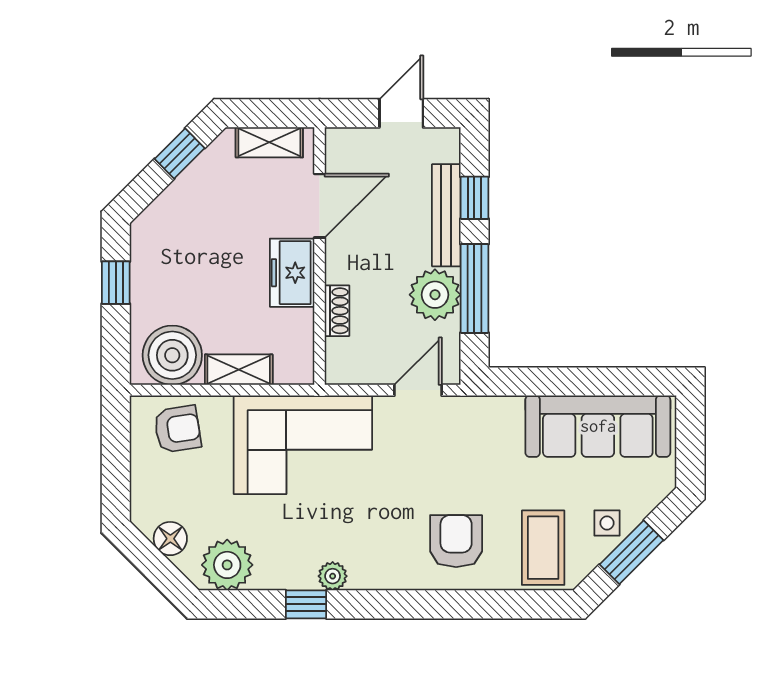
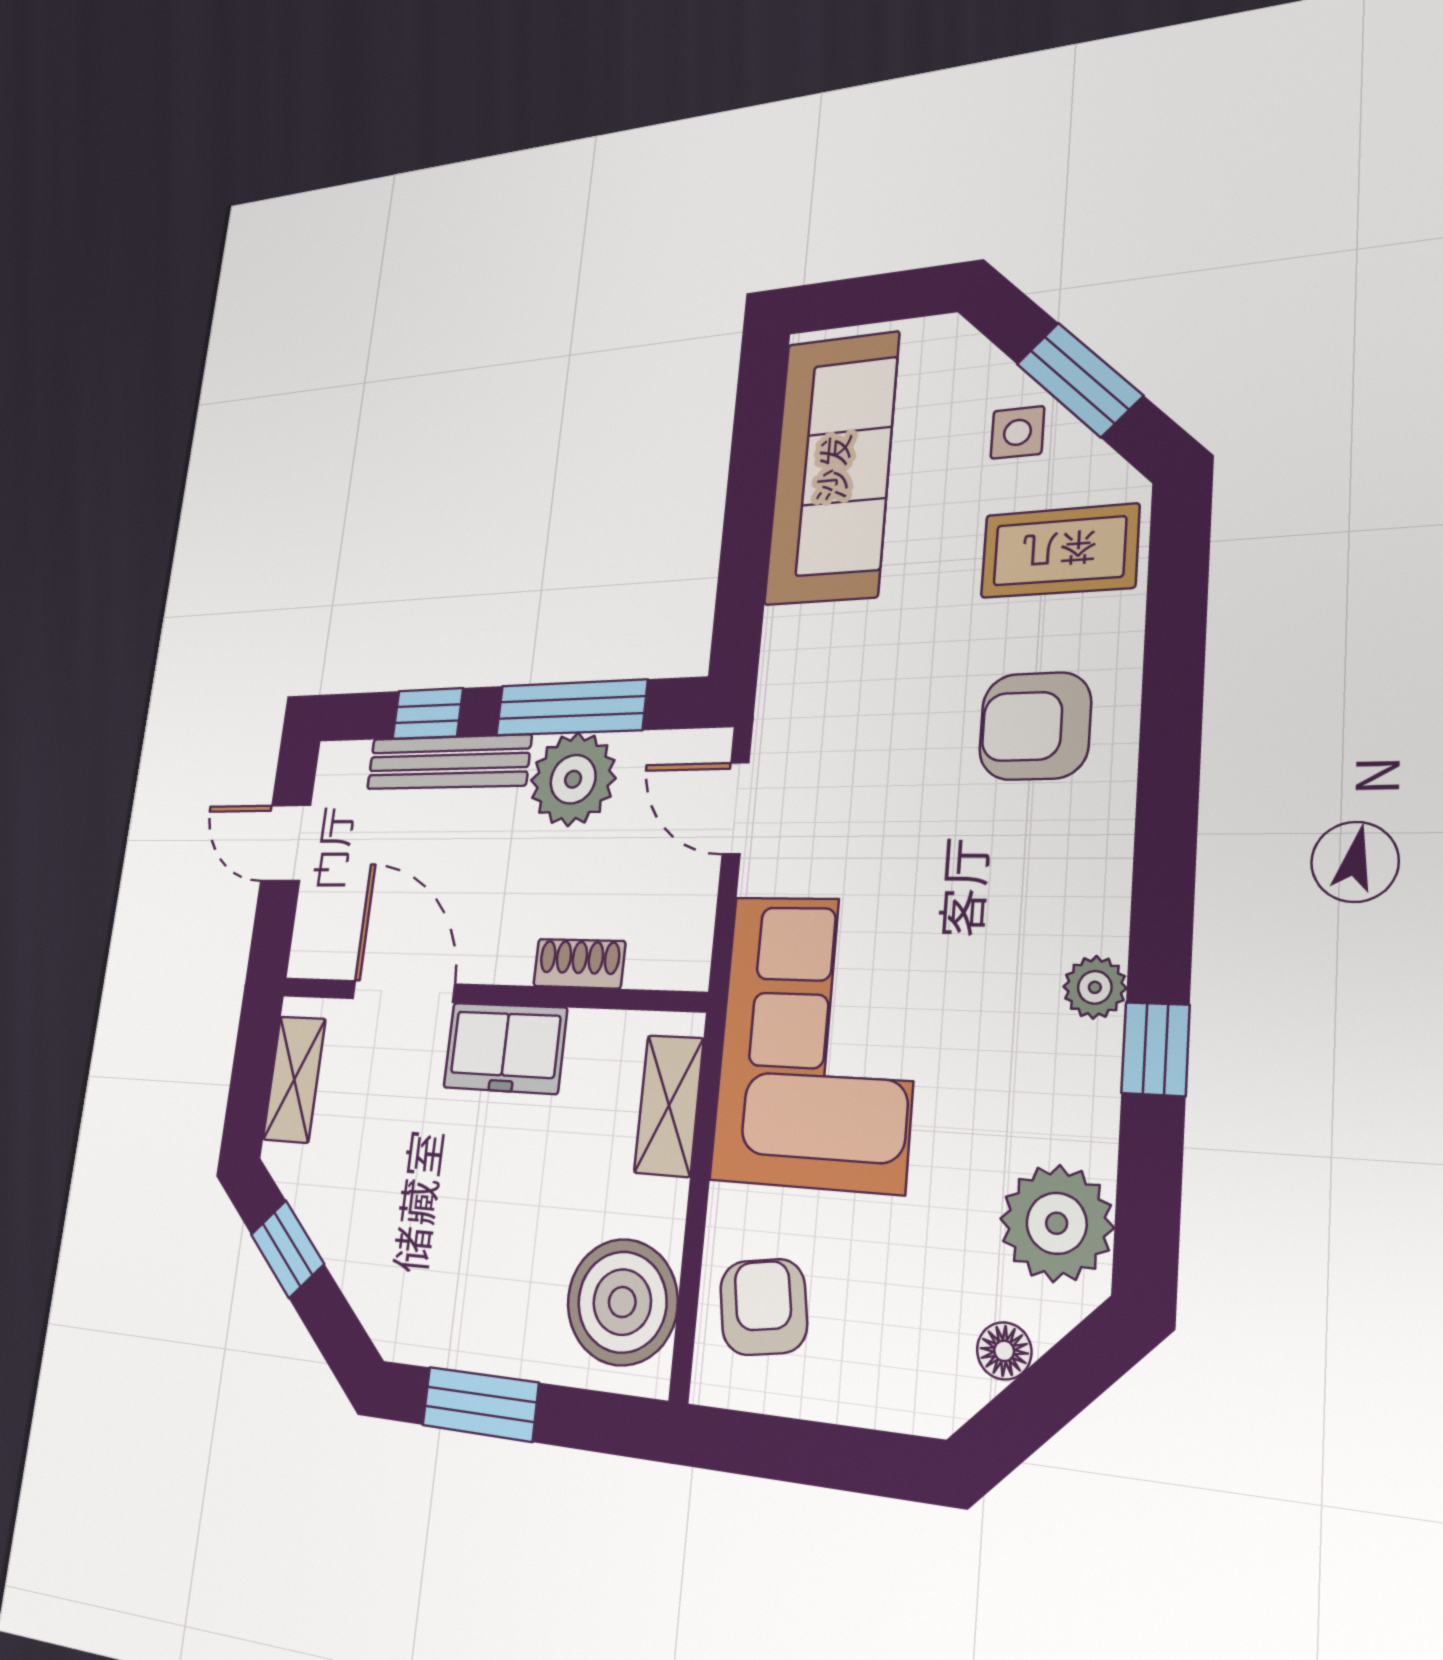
window: (116, 283) -> (480, 1404), width x1.50
shelving: (239, 370) -> (669, 1106), moved
floor lamp: (170, 539) -> (1004, 1351), width x0.73, depth x0.73

